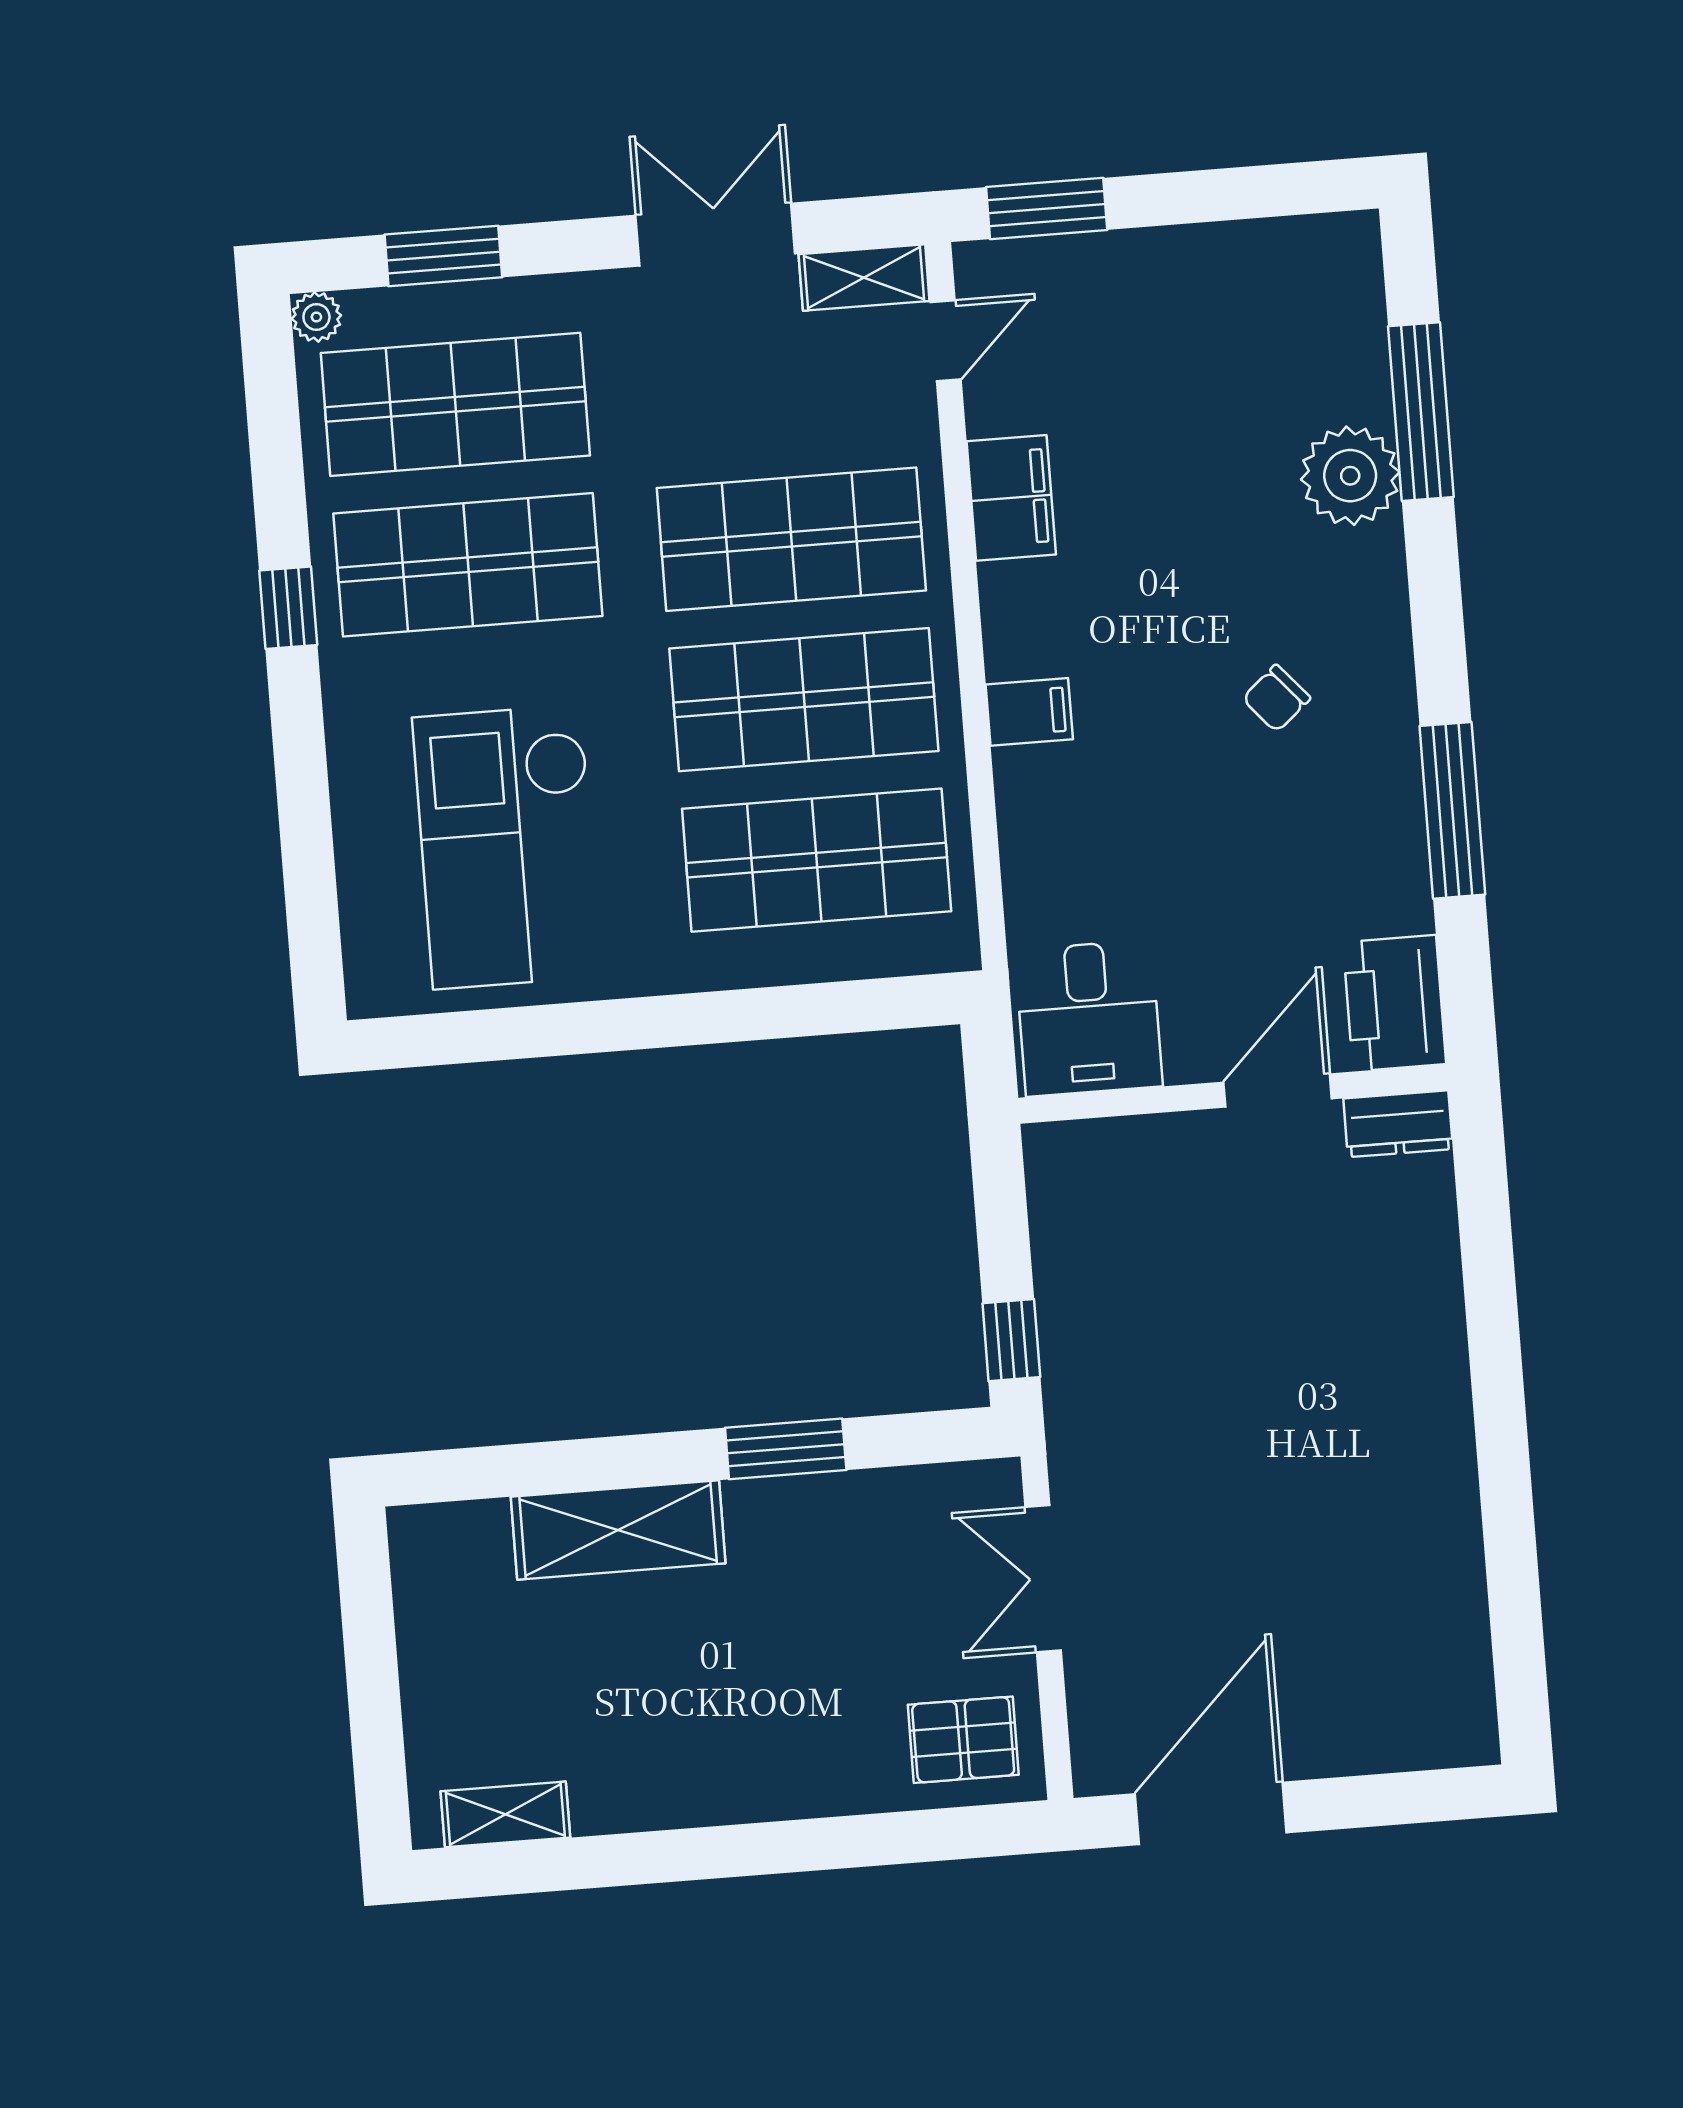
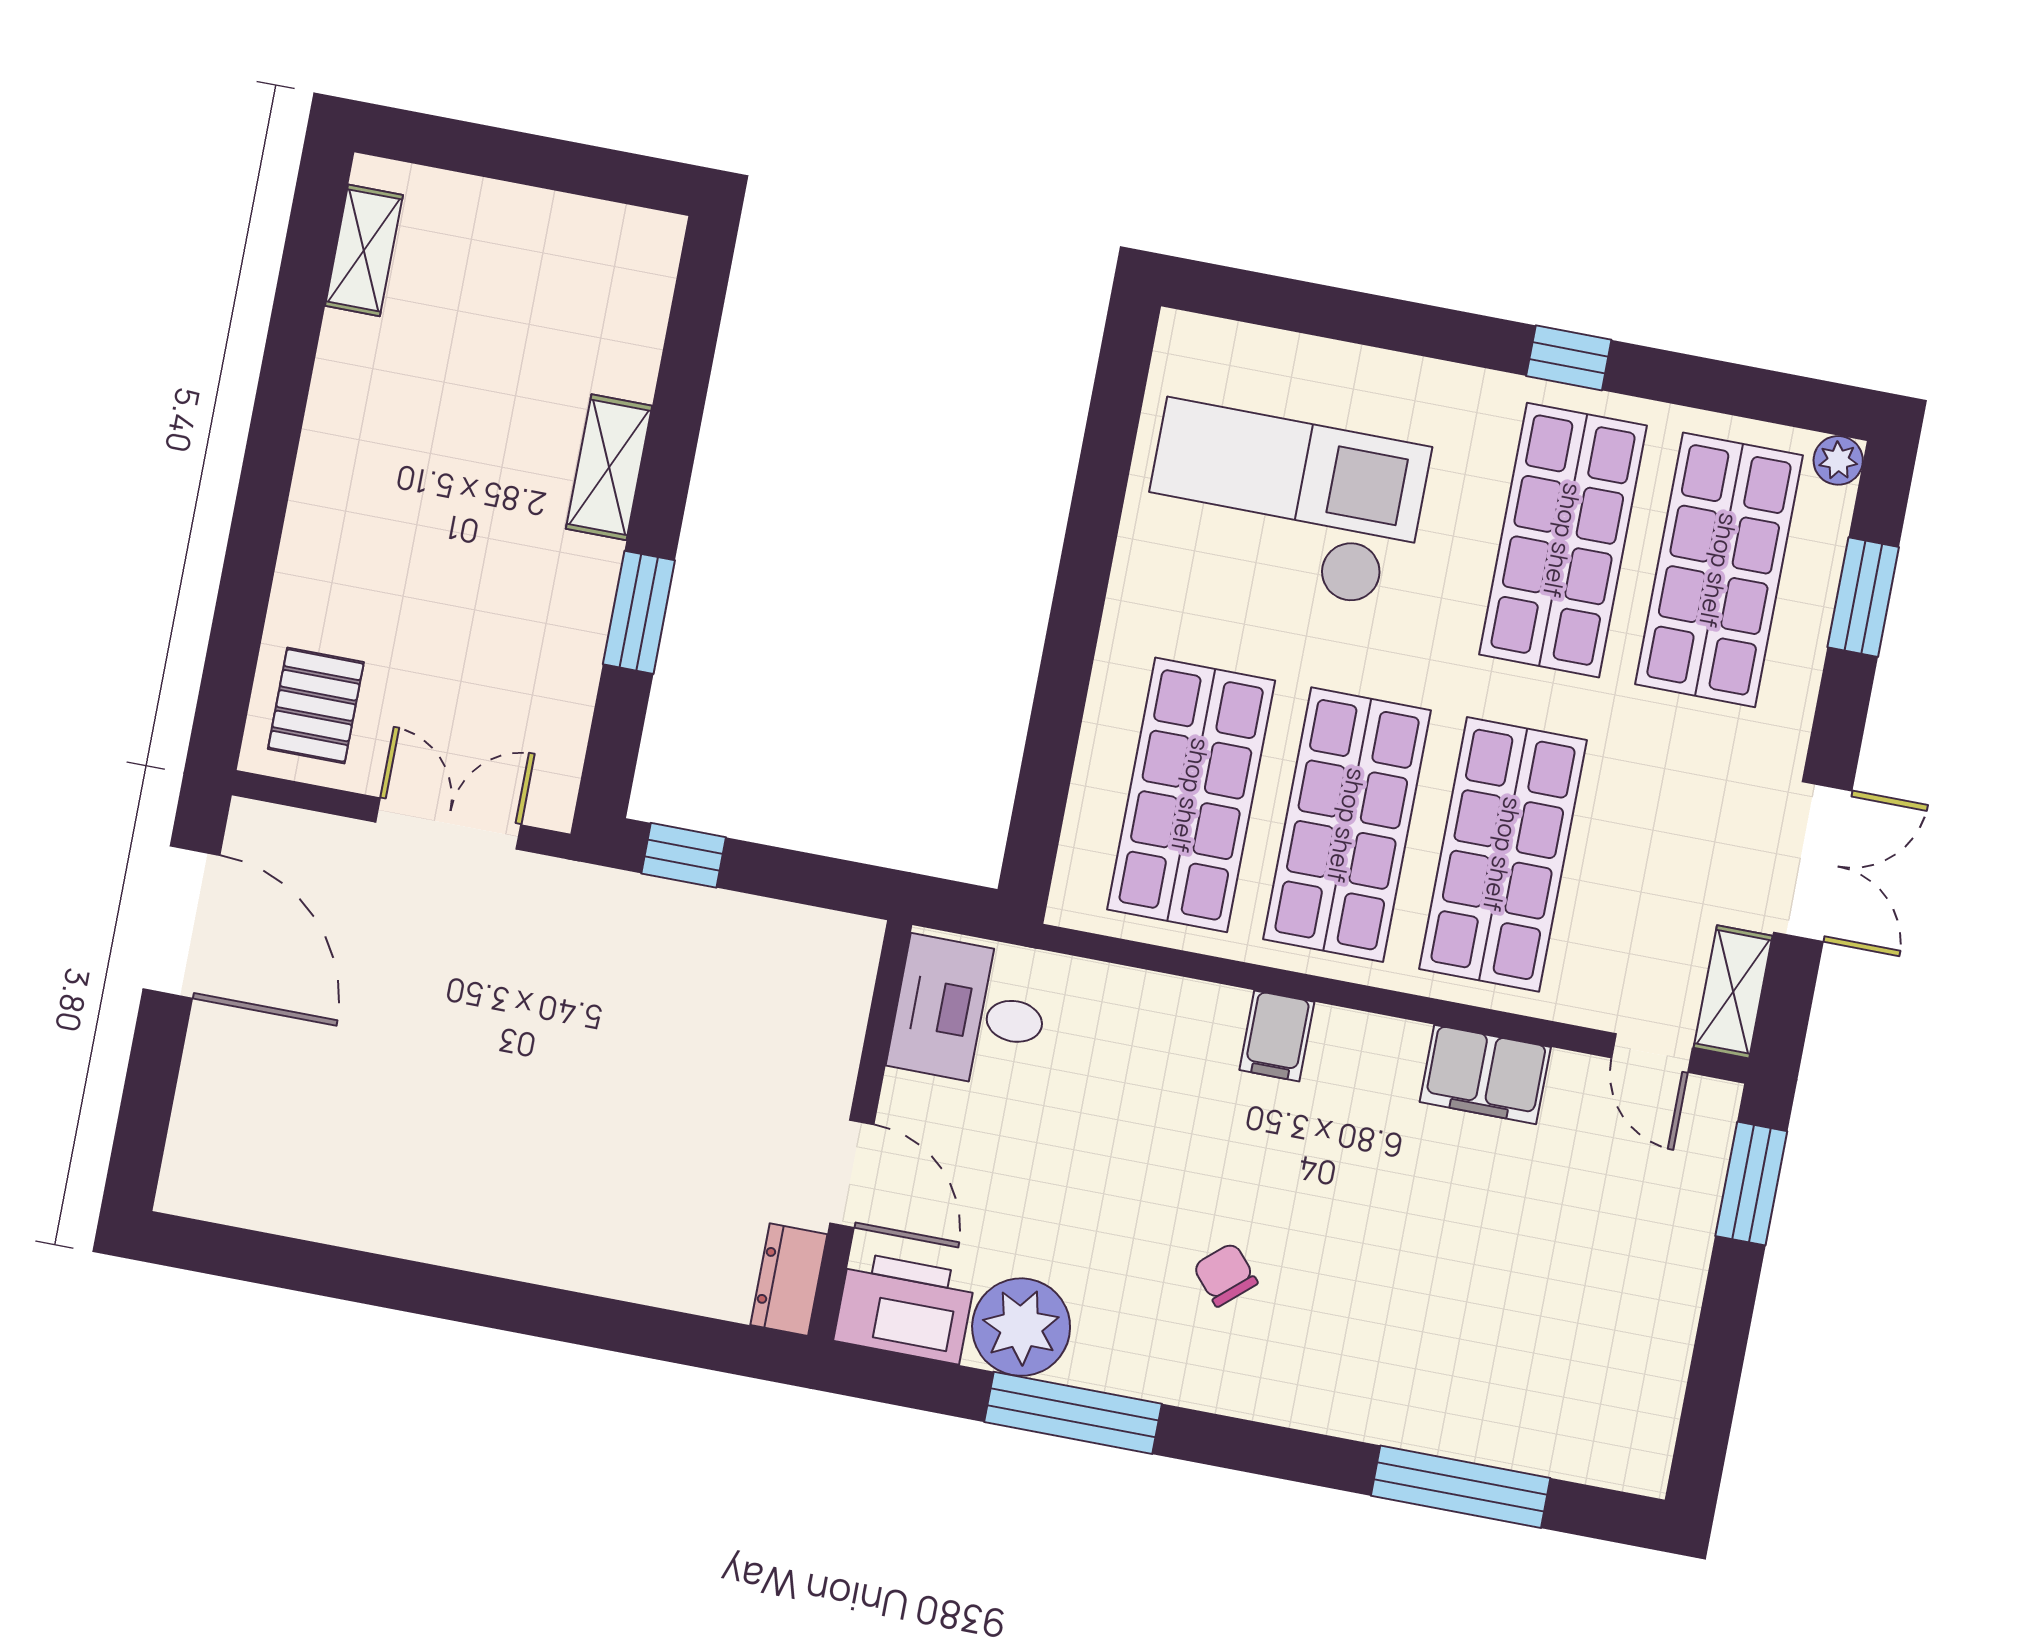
plant: (1350, 476) -> (1021, 1327), moved
shelving: (618, 1530) -> (609, 467), width x0.67, depth x0.75

